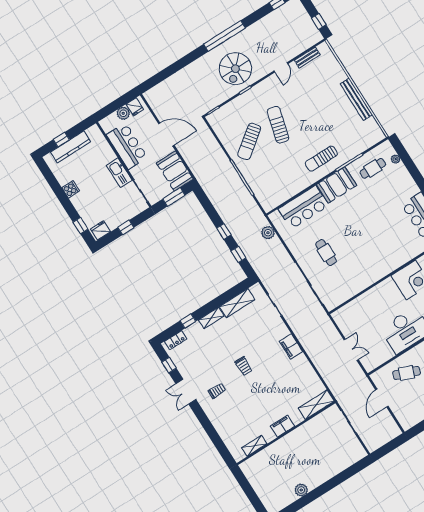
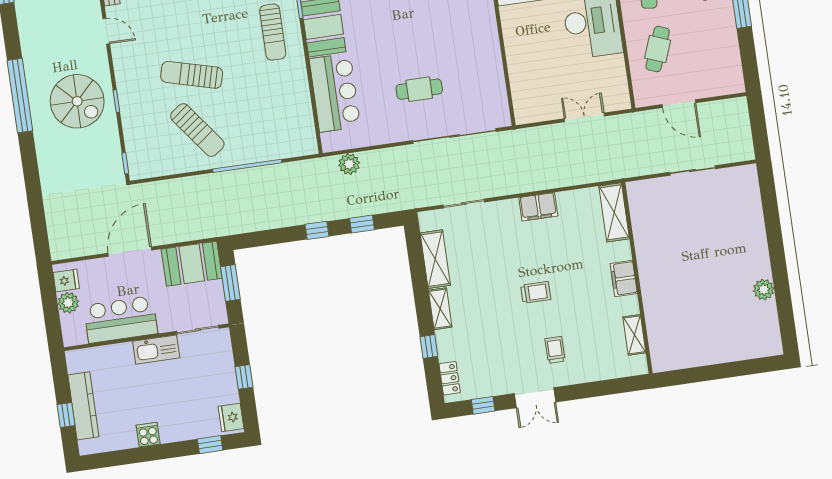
shelving: (316, 405) -> (614, 212), moved
filing cabinet: (283, 426) -> (624, 278), moved
wall: (286, 433) -> (637, 278), moved
shelving: (254, 446) -> (634, 335), moved

